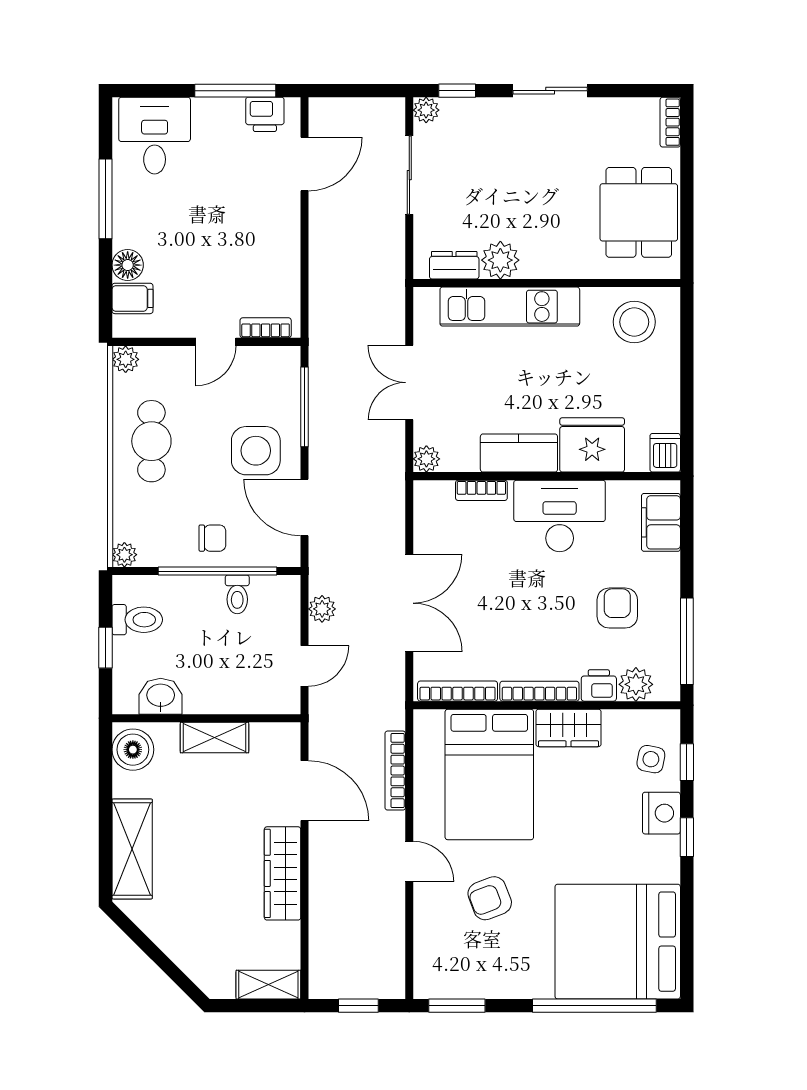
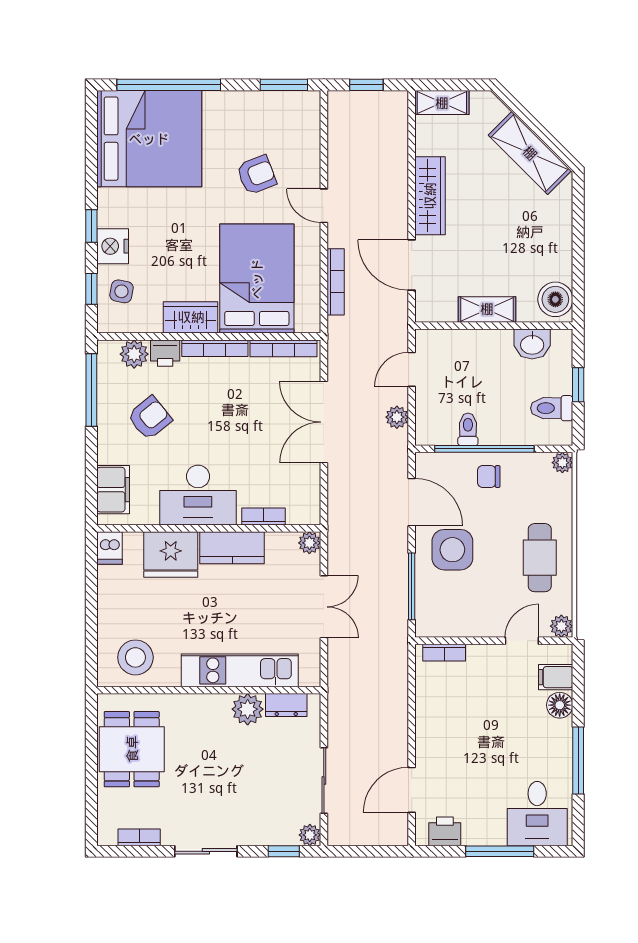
window: (235, 91) -> (500, 851), moved
bookcase: (670, 122) -> (139, 837), moved, turned -90
door: (216, 342) -> (522, 641), moved
armchair: (617, 608) -> (150, 418), turned -129
shelving: (132, 849) -> (530, 153), moved, turned -45

